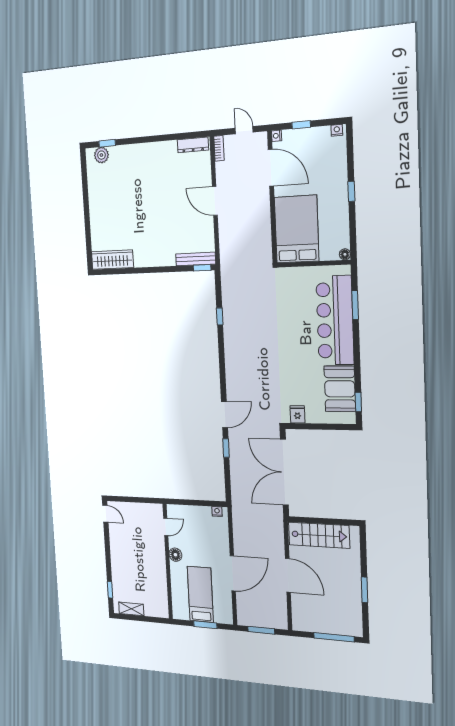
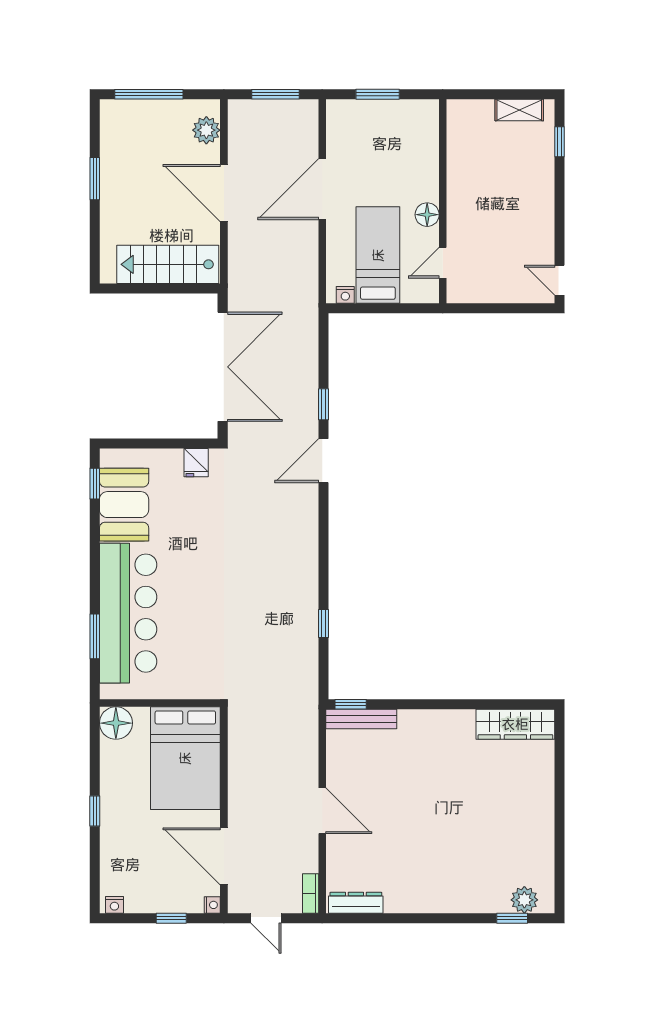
floor lamp: (345, 254) -> (116, 723), width x1.89, depth x1.89
bed: (200, 594) -> (378, 255), moved, turned 180
plant: (300, 613) -> (206, 130), added

